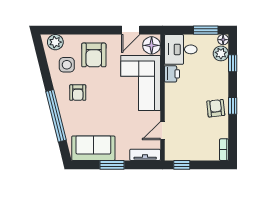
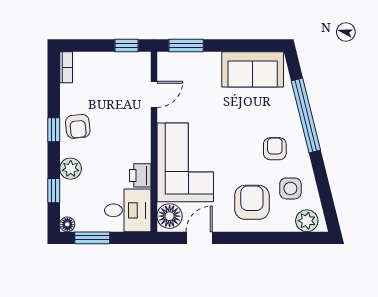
plant: (221, 53) -> (71, 169), moved
tv unit: (145, 155) -> (179, 60), removed
window: (112, 165) -> (186, 46), moved

